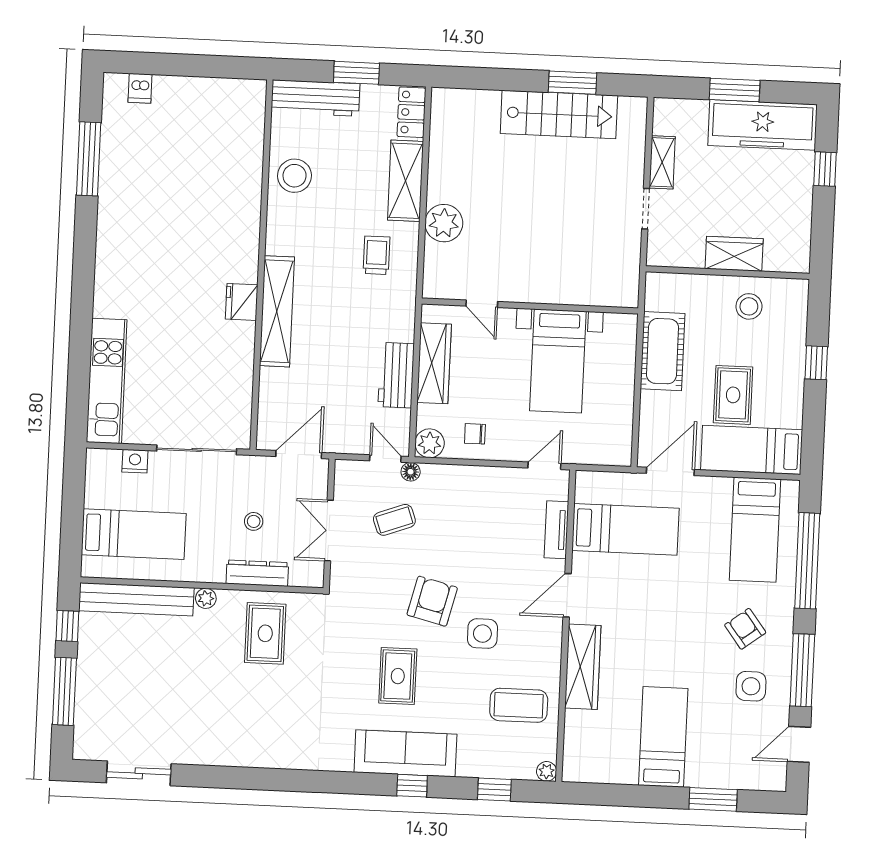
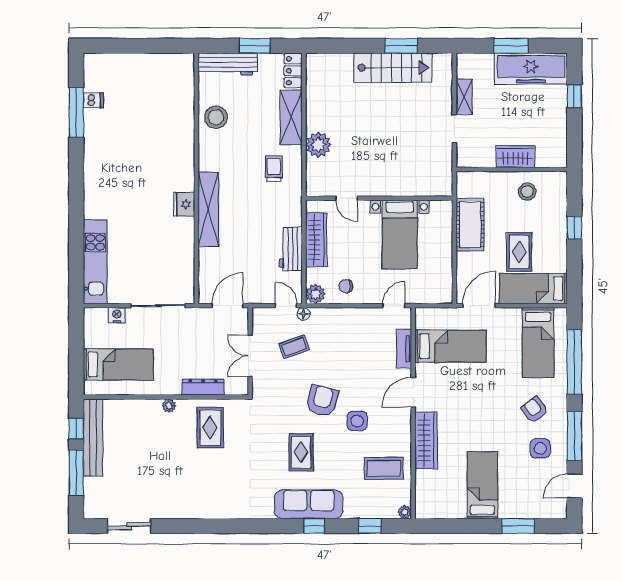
dishwasher: (140, 88) -> (93, 100), moved, turned -90
stool: (254, 521) -> (199, 352), removed
bench: (136, 599) -> (93, 437), moved, turned 90

